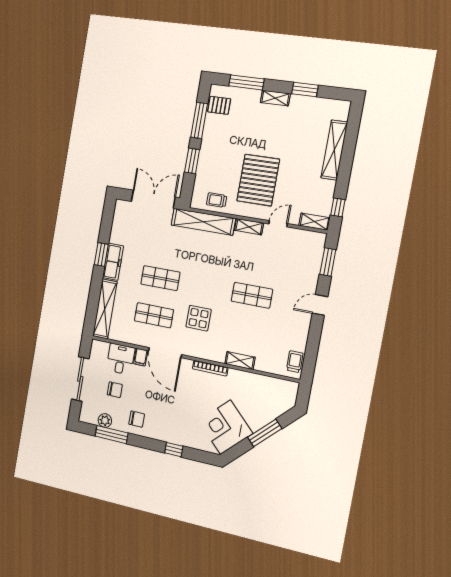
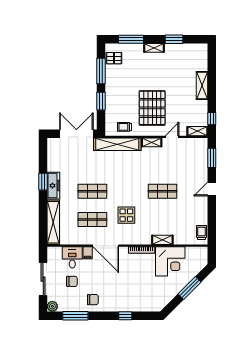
shelving: (334, 150) -> (202, 86), width x0.68
plant: (105, 421) -> (52, 306), moved
corner desk: (225, 427) -> (170, 261), moved, turned -135

